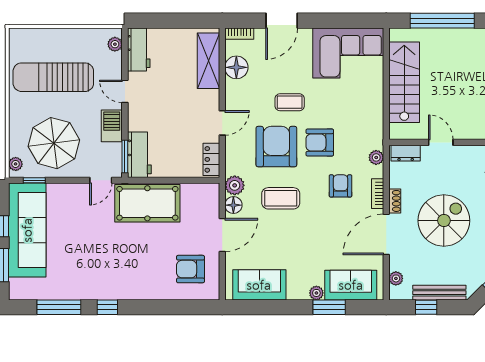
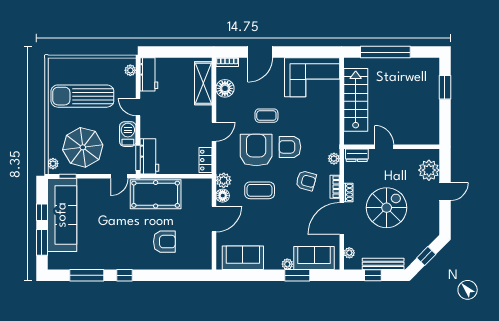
armchair: (340, 186) -> (306, 181), turned 105
armchair: (190, 269) -> (164, 242), moved, turned 180

